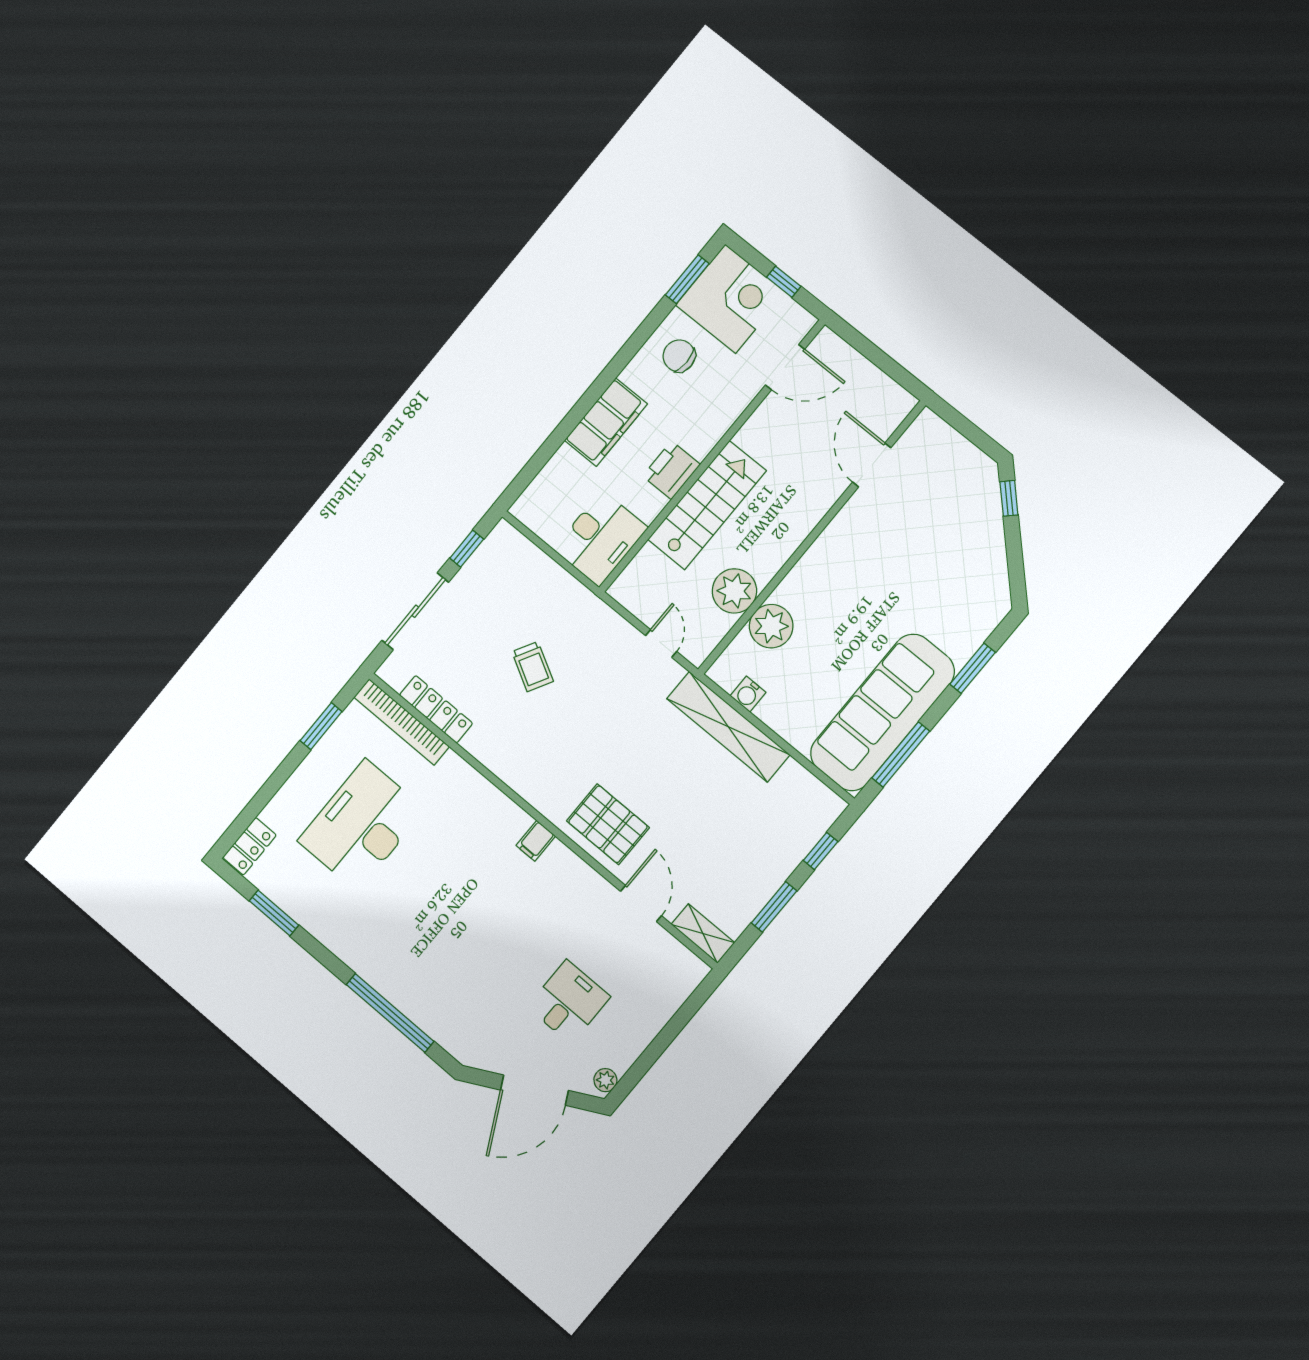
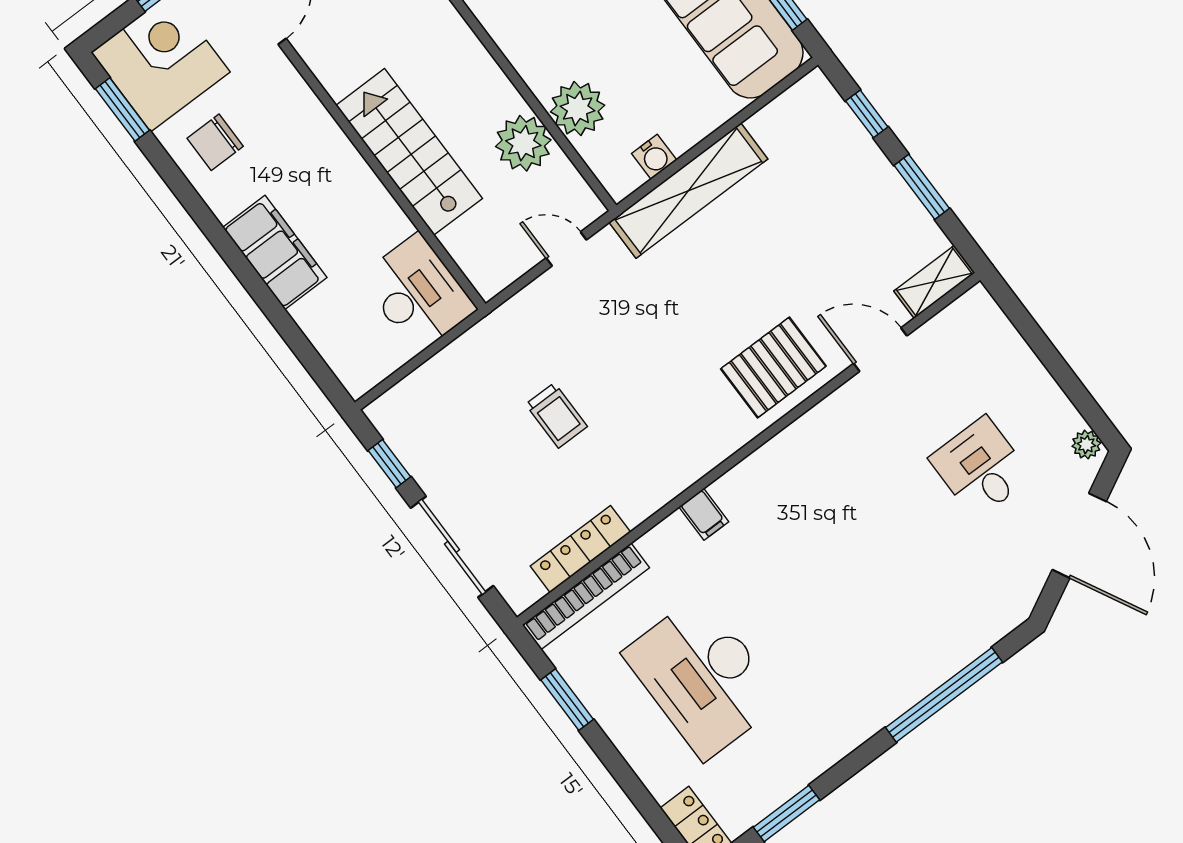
printer: (671, 470) -> (355, 185), removed
trolley: (533, 667) -> (556, 415), turned 61
filing cabinet: (536, 841) -> (704, 514), moved

